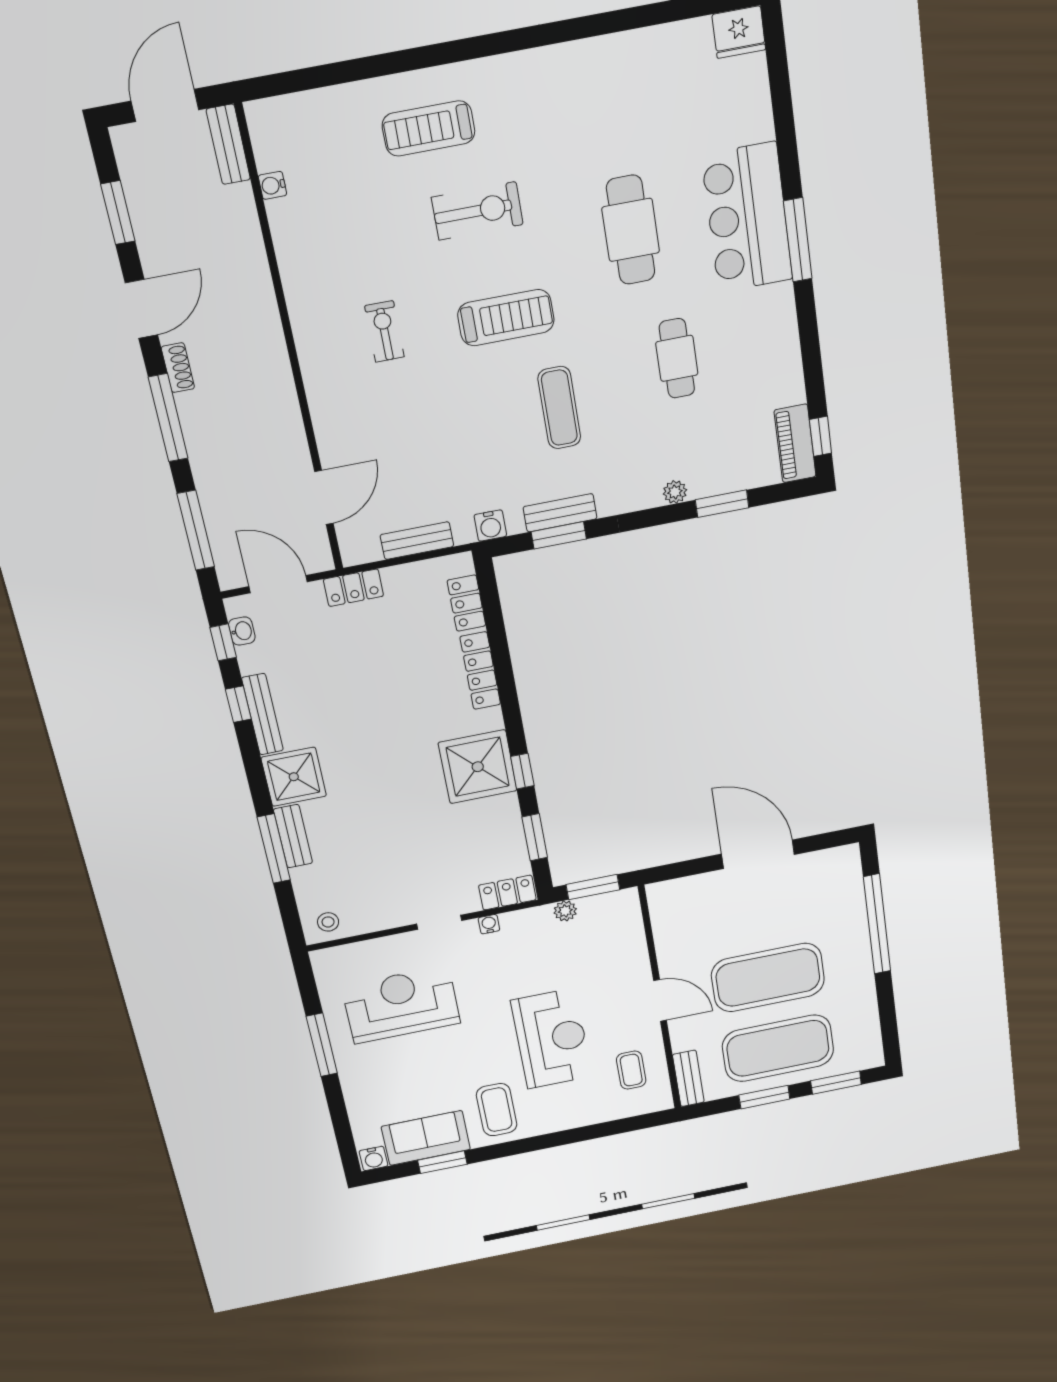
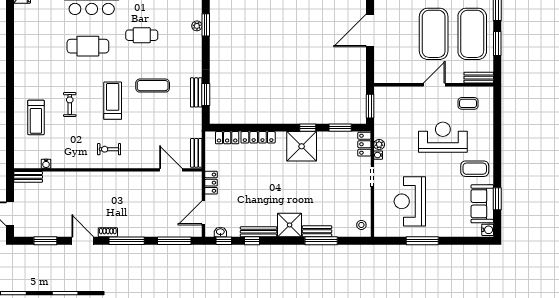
bench: (228, 144) -> (28, 177), moved
water cooler: (272, 185) -> (46, 164), moved
exercise bike: (477, 211) -> (70, 104), width x0.73, depth x0.72
wall: (291, 346) -> (108, 170), moved
plant: (675, 492) -> (197, 26), moved
door: (324, 497) -> (171, 170), moved
water cooler: (490, 526) -> (196, 122), removed
plant: (565, 911) -> (379, 145), moved

